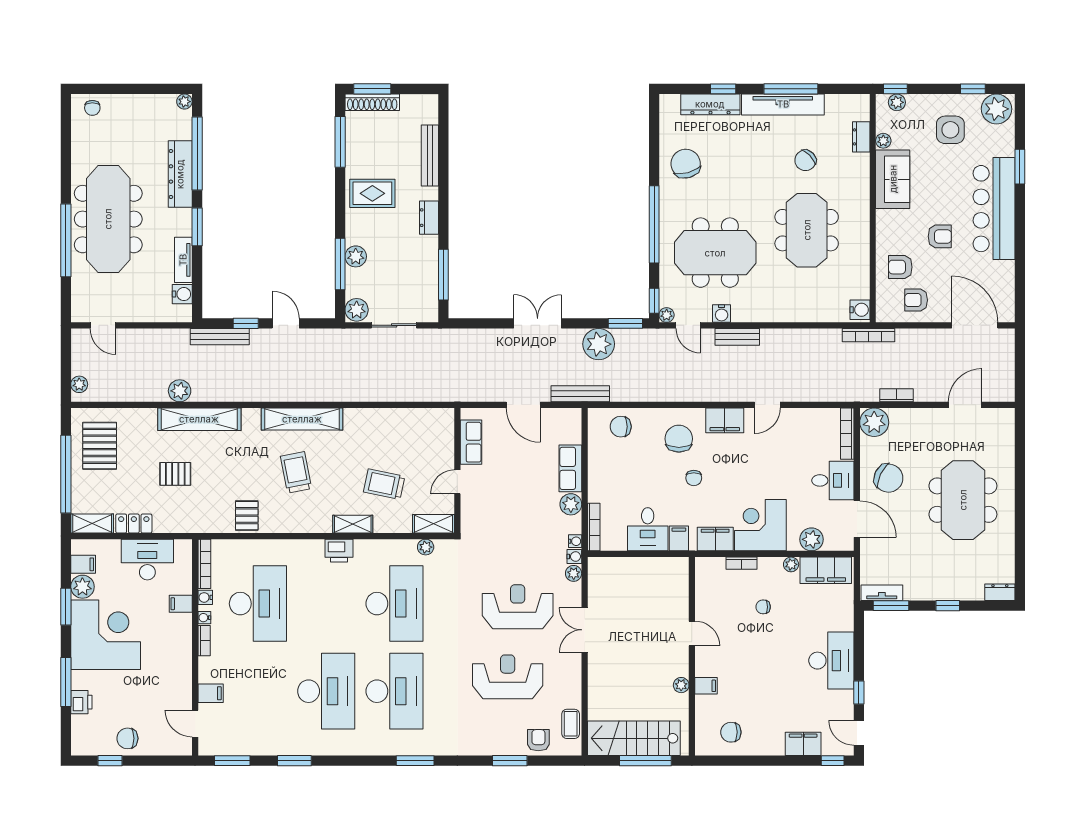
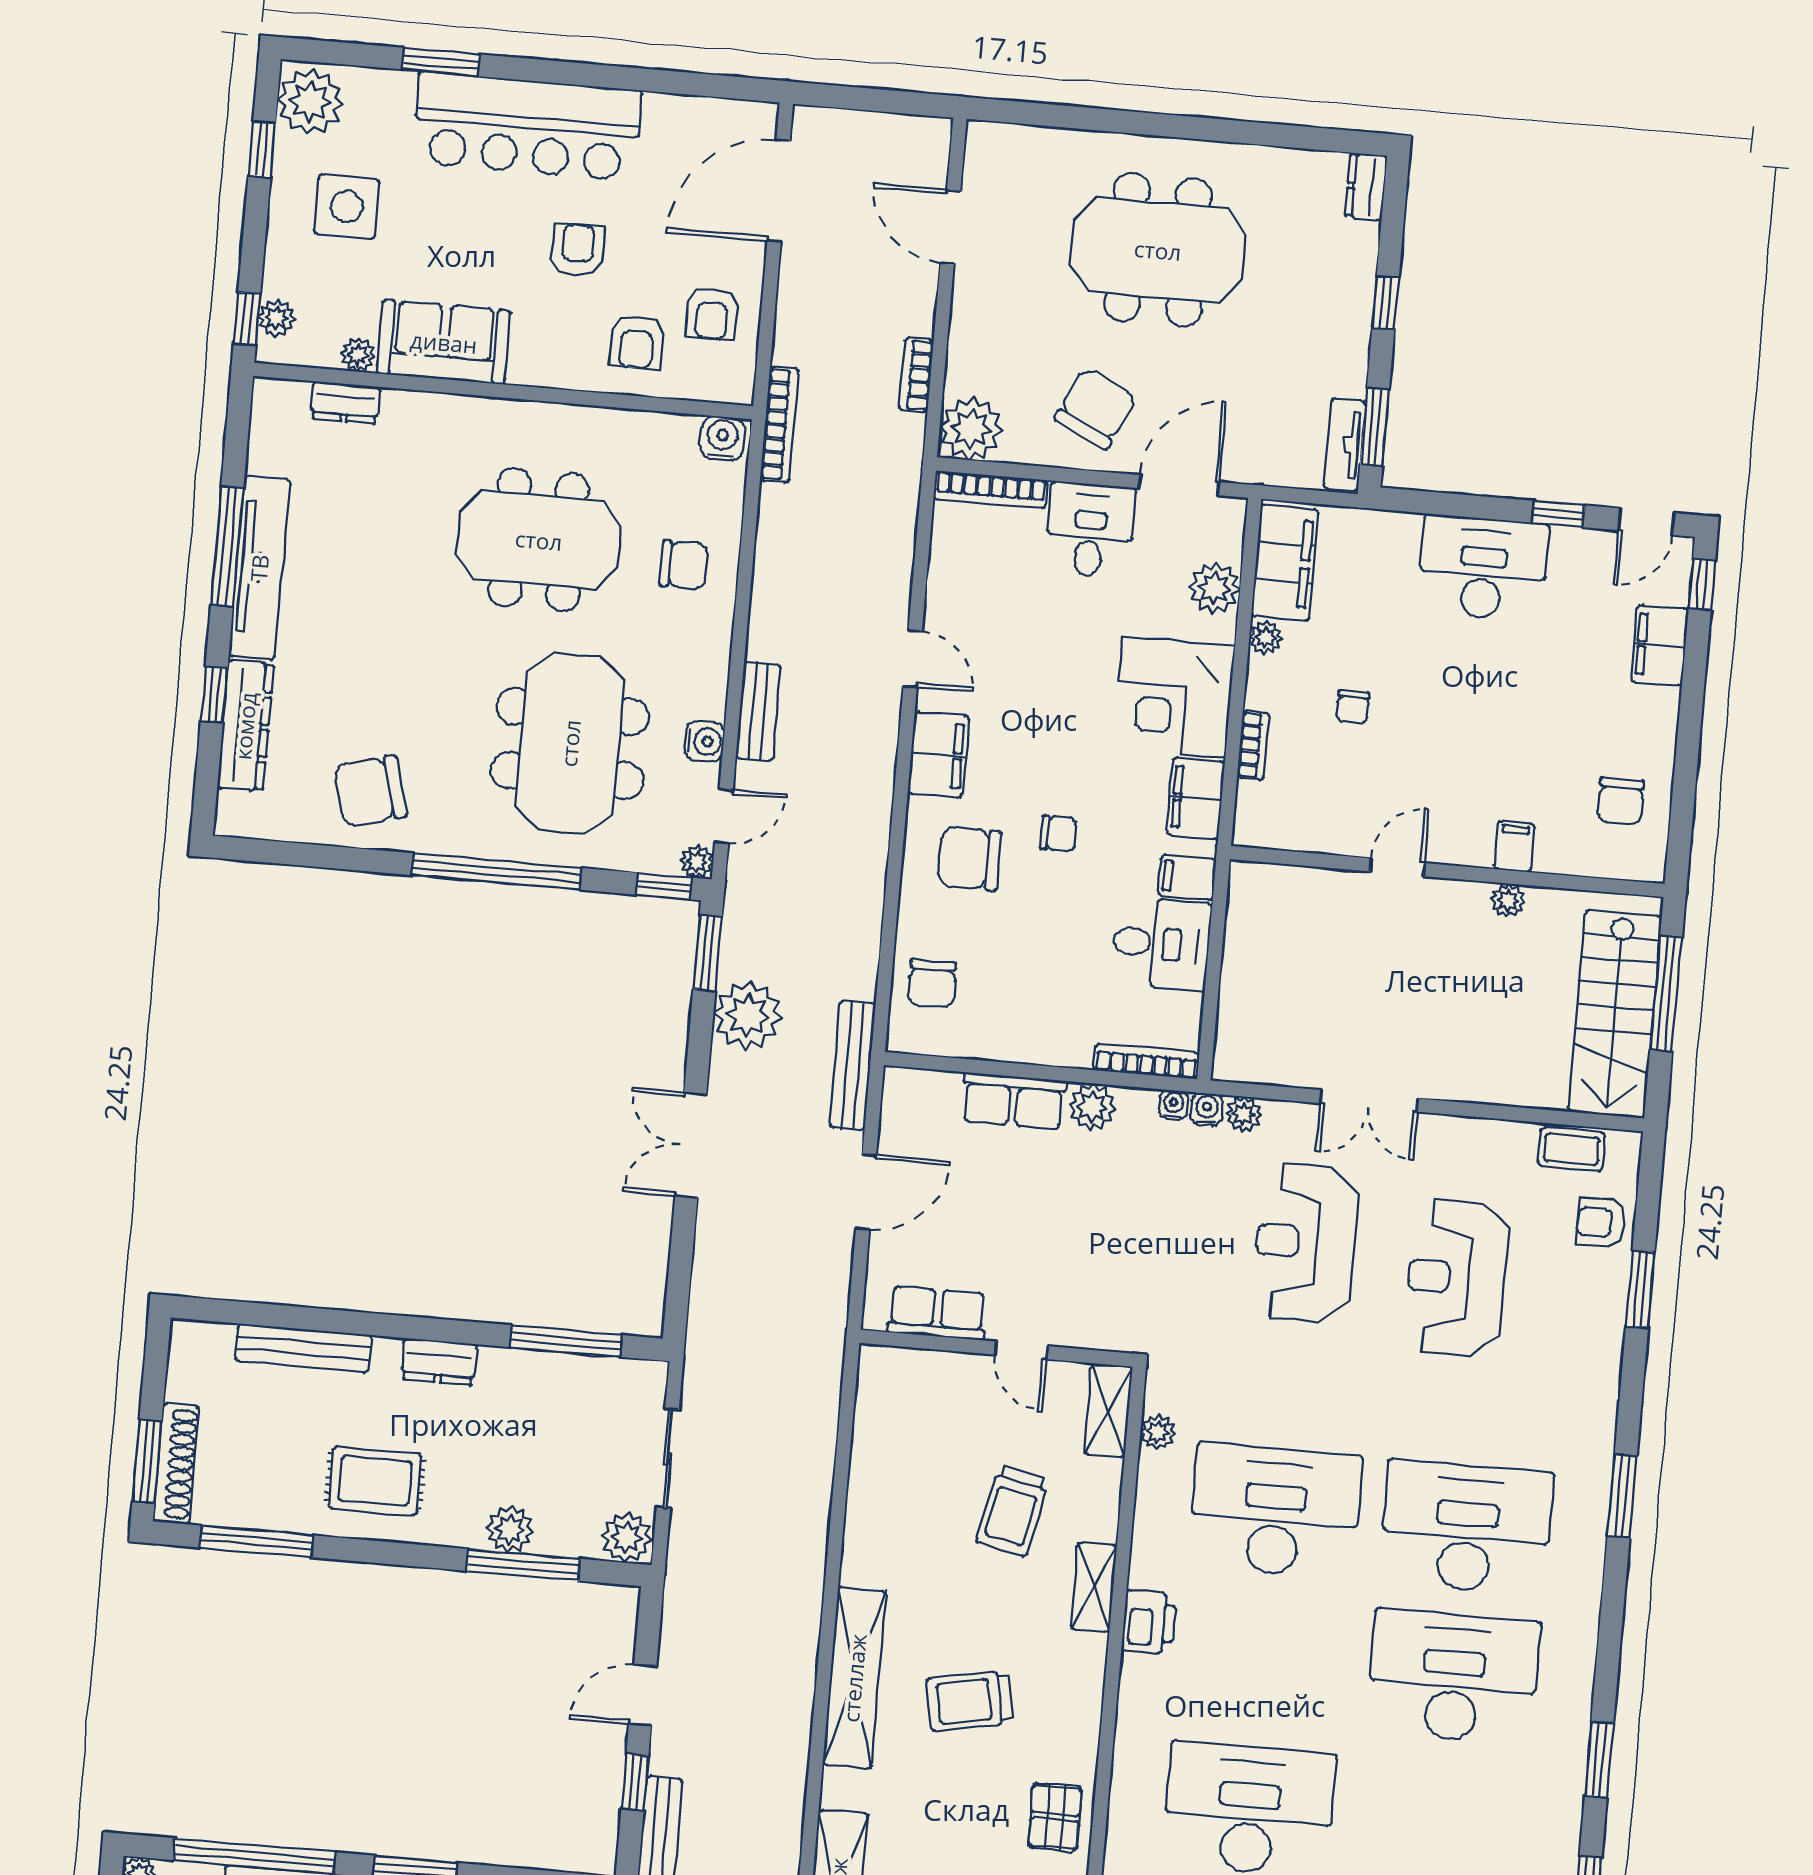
chair: (805, 160) -> (684, 565), moved, turned -46
rug: (372, 193) -> (375, 1481), turned 90
pallet: (247, 516) -> (1055, 1817), turned 90

